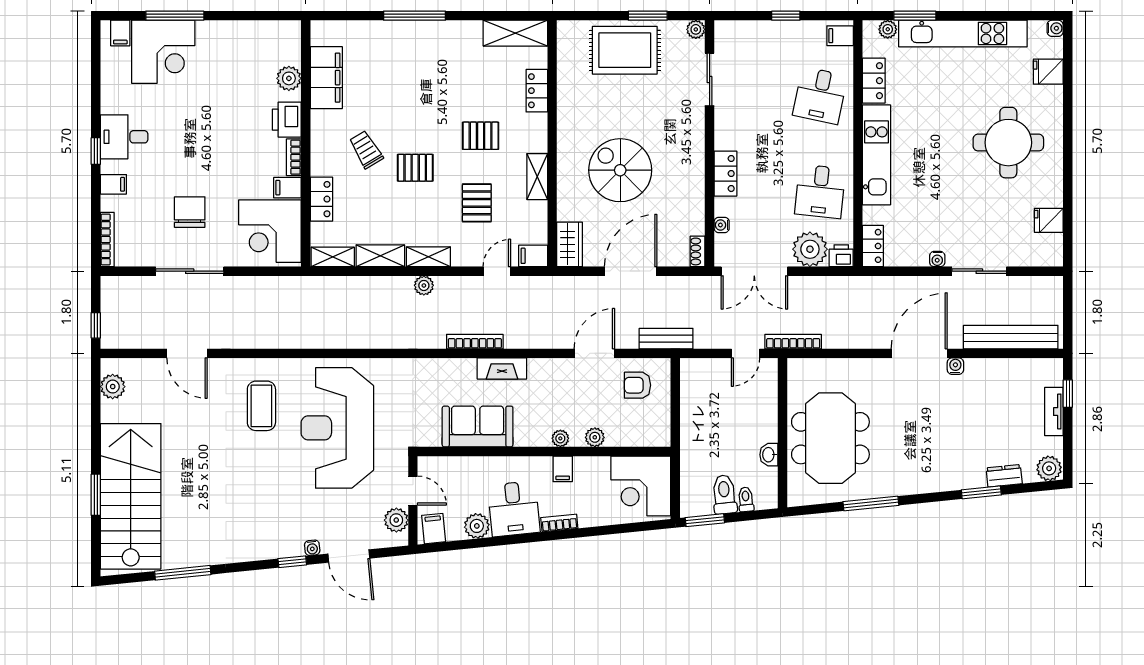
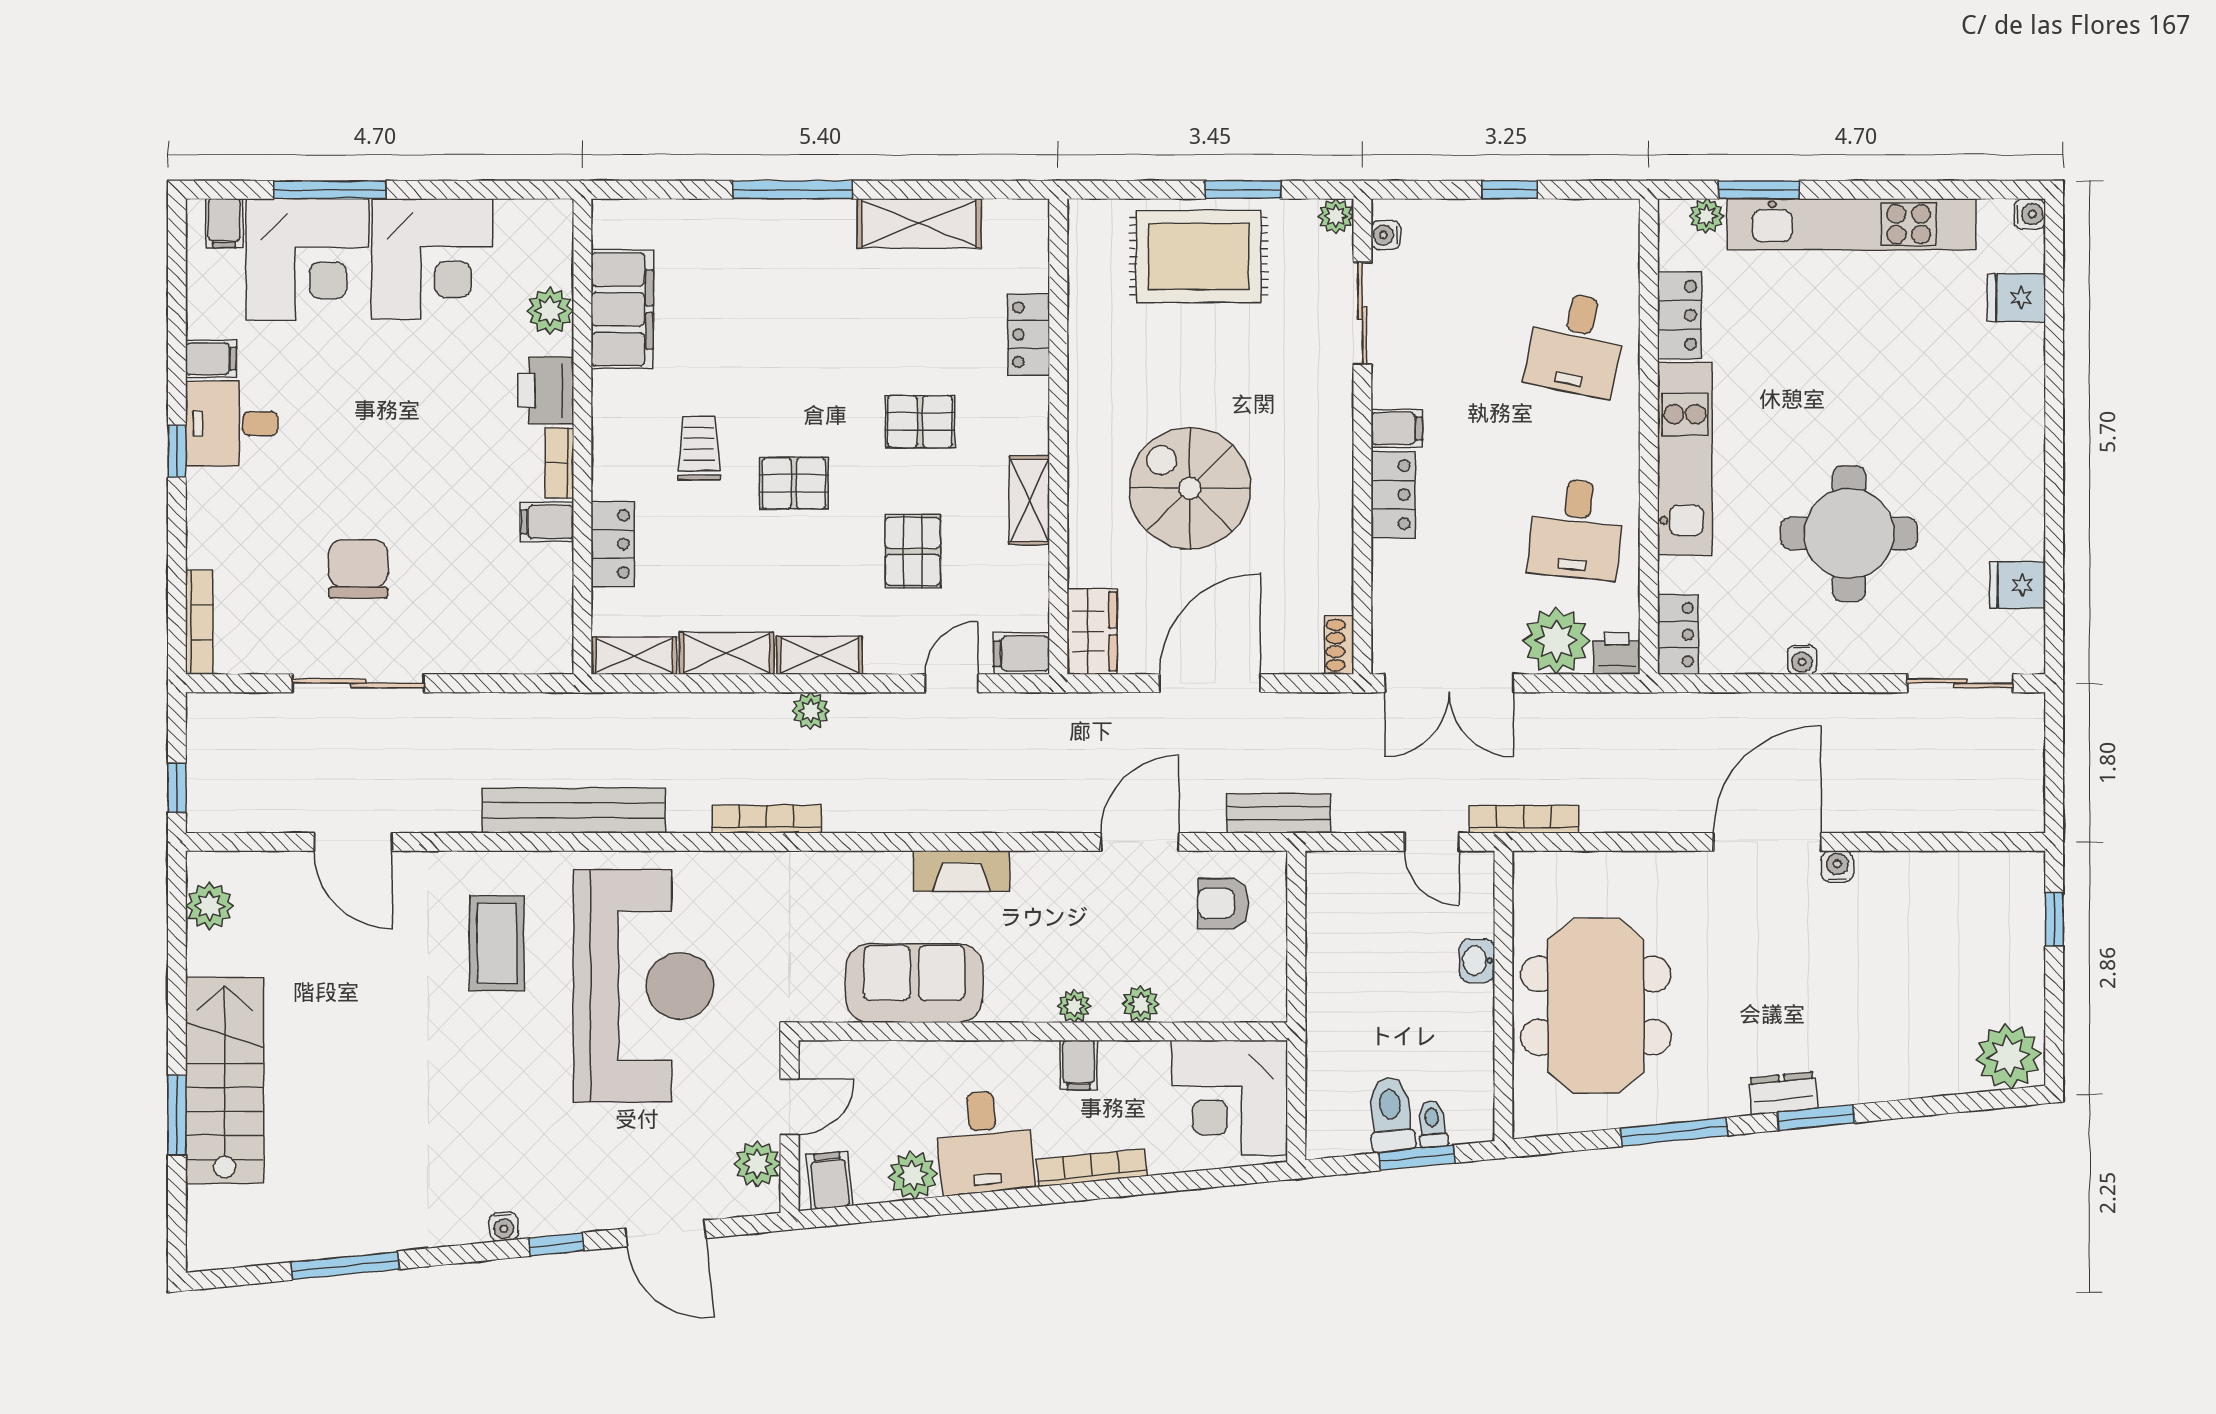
shelving: (515, 33) -> (919, 223), moved
filing cabinet: (840, 36) -> (1397, 428), moved, turned 180
round table: (1008, 143) -> (1849, 533), moved
trolley: (366, 150) -> (699, 448), turned 31
filing cabinet: (113, 184) -> (211, 359), moved
water cooler: (722, 225) -> (1386, 235), moved
corner desk: (270, 231) -> (432, 259), moved, turned -90
sliding door: (979, 271) -> (1960, 683), moved
bench: (1011, 337) -> (573, 810), moved
bookcase: (475, 342) -> (767, 819), moved
door: (745, 353) -> (1432, 842), hinge flipped
tv unit: (1054, 412) -> (2028, 954), removed
reception desk: (337, 428) -> (643, 986), turned 180
washbasin: (769, 455) -> (1477, 961), moved
plant: (1049, 468) -> (2009, 1056), width x1.36, depth x1.36
dresser: (1004, 476) -> (1783, 1093), moved
door: (413, 491) -> (789, 1107), hinge flipped
window: (981, 492) -> (1816, 1118), moved
stairs: (131, 496) -> (225, 1080), width x0.73, depth x0.66
window: (705, 520) -> (1417, 1158), moved
bookcase: (559, 523) -> (1092, 1168), width x1.56
water cooler: (312, 548) -> (504, 1226), moved

